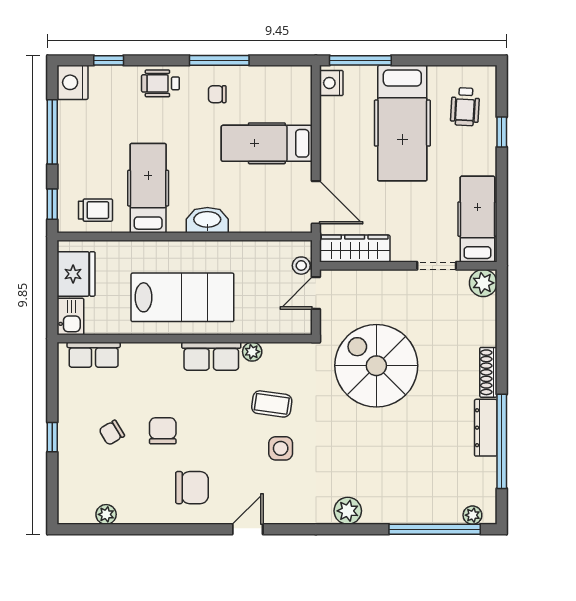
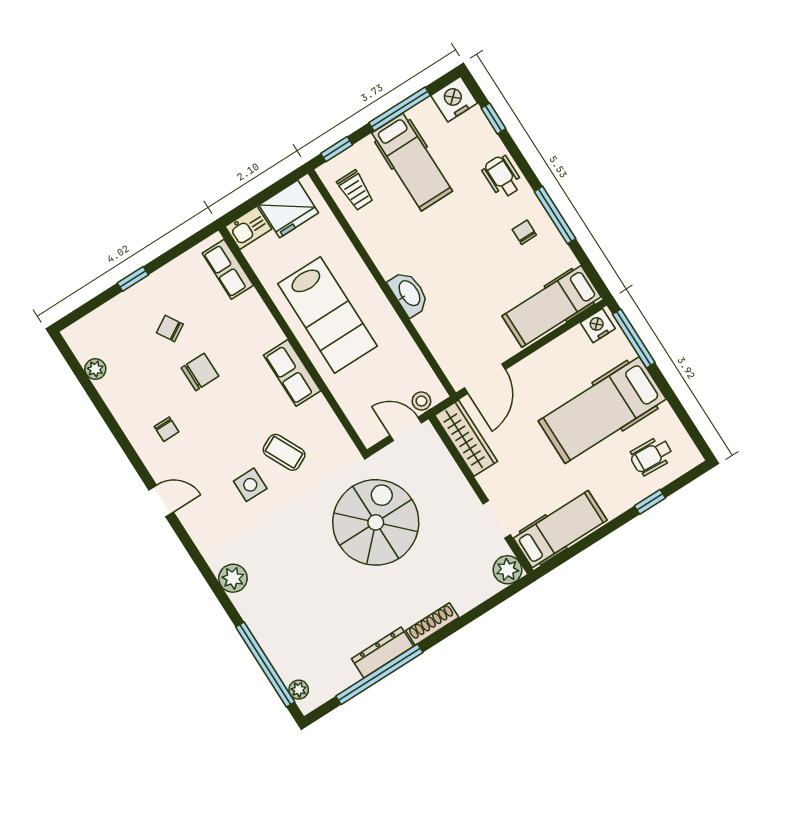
hospital bed: (267, 143) -> (552, 306), moved, turned -90
hospital bed: (148, 188) -> (412, 162), moved, turned 90
plant: (252, 352) -> (319, 406), removed
coffee table: (272, 404) -> (284, 452), turned -34
chair: (192, 488) -> (167, 429), width x0.54, depth x0.54

